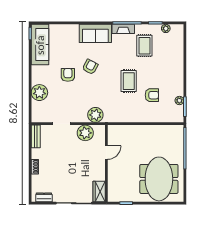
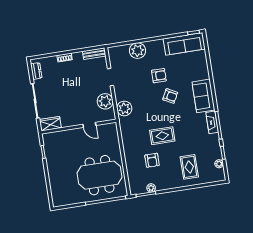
rug: (144, 46) -> (189, 167), moved, turned 90
meeting table: (159, 179) -> (100, 175), moved

